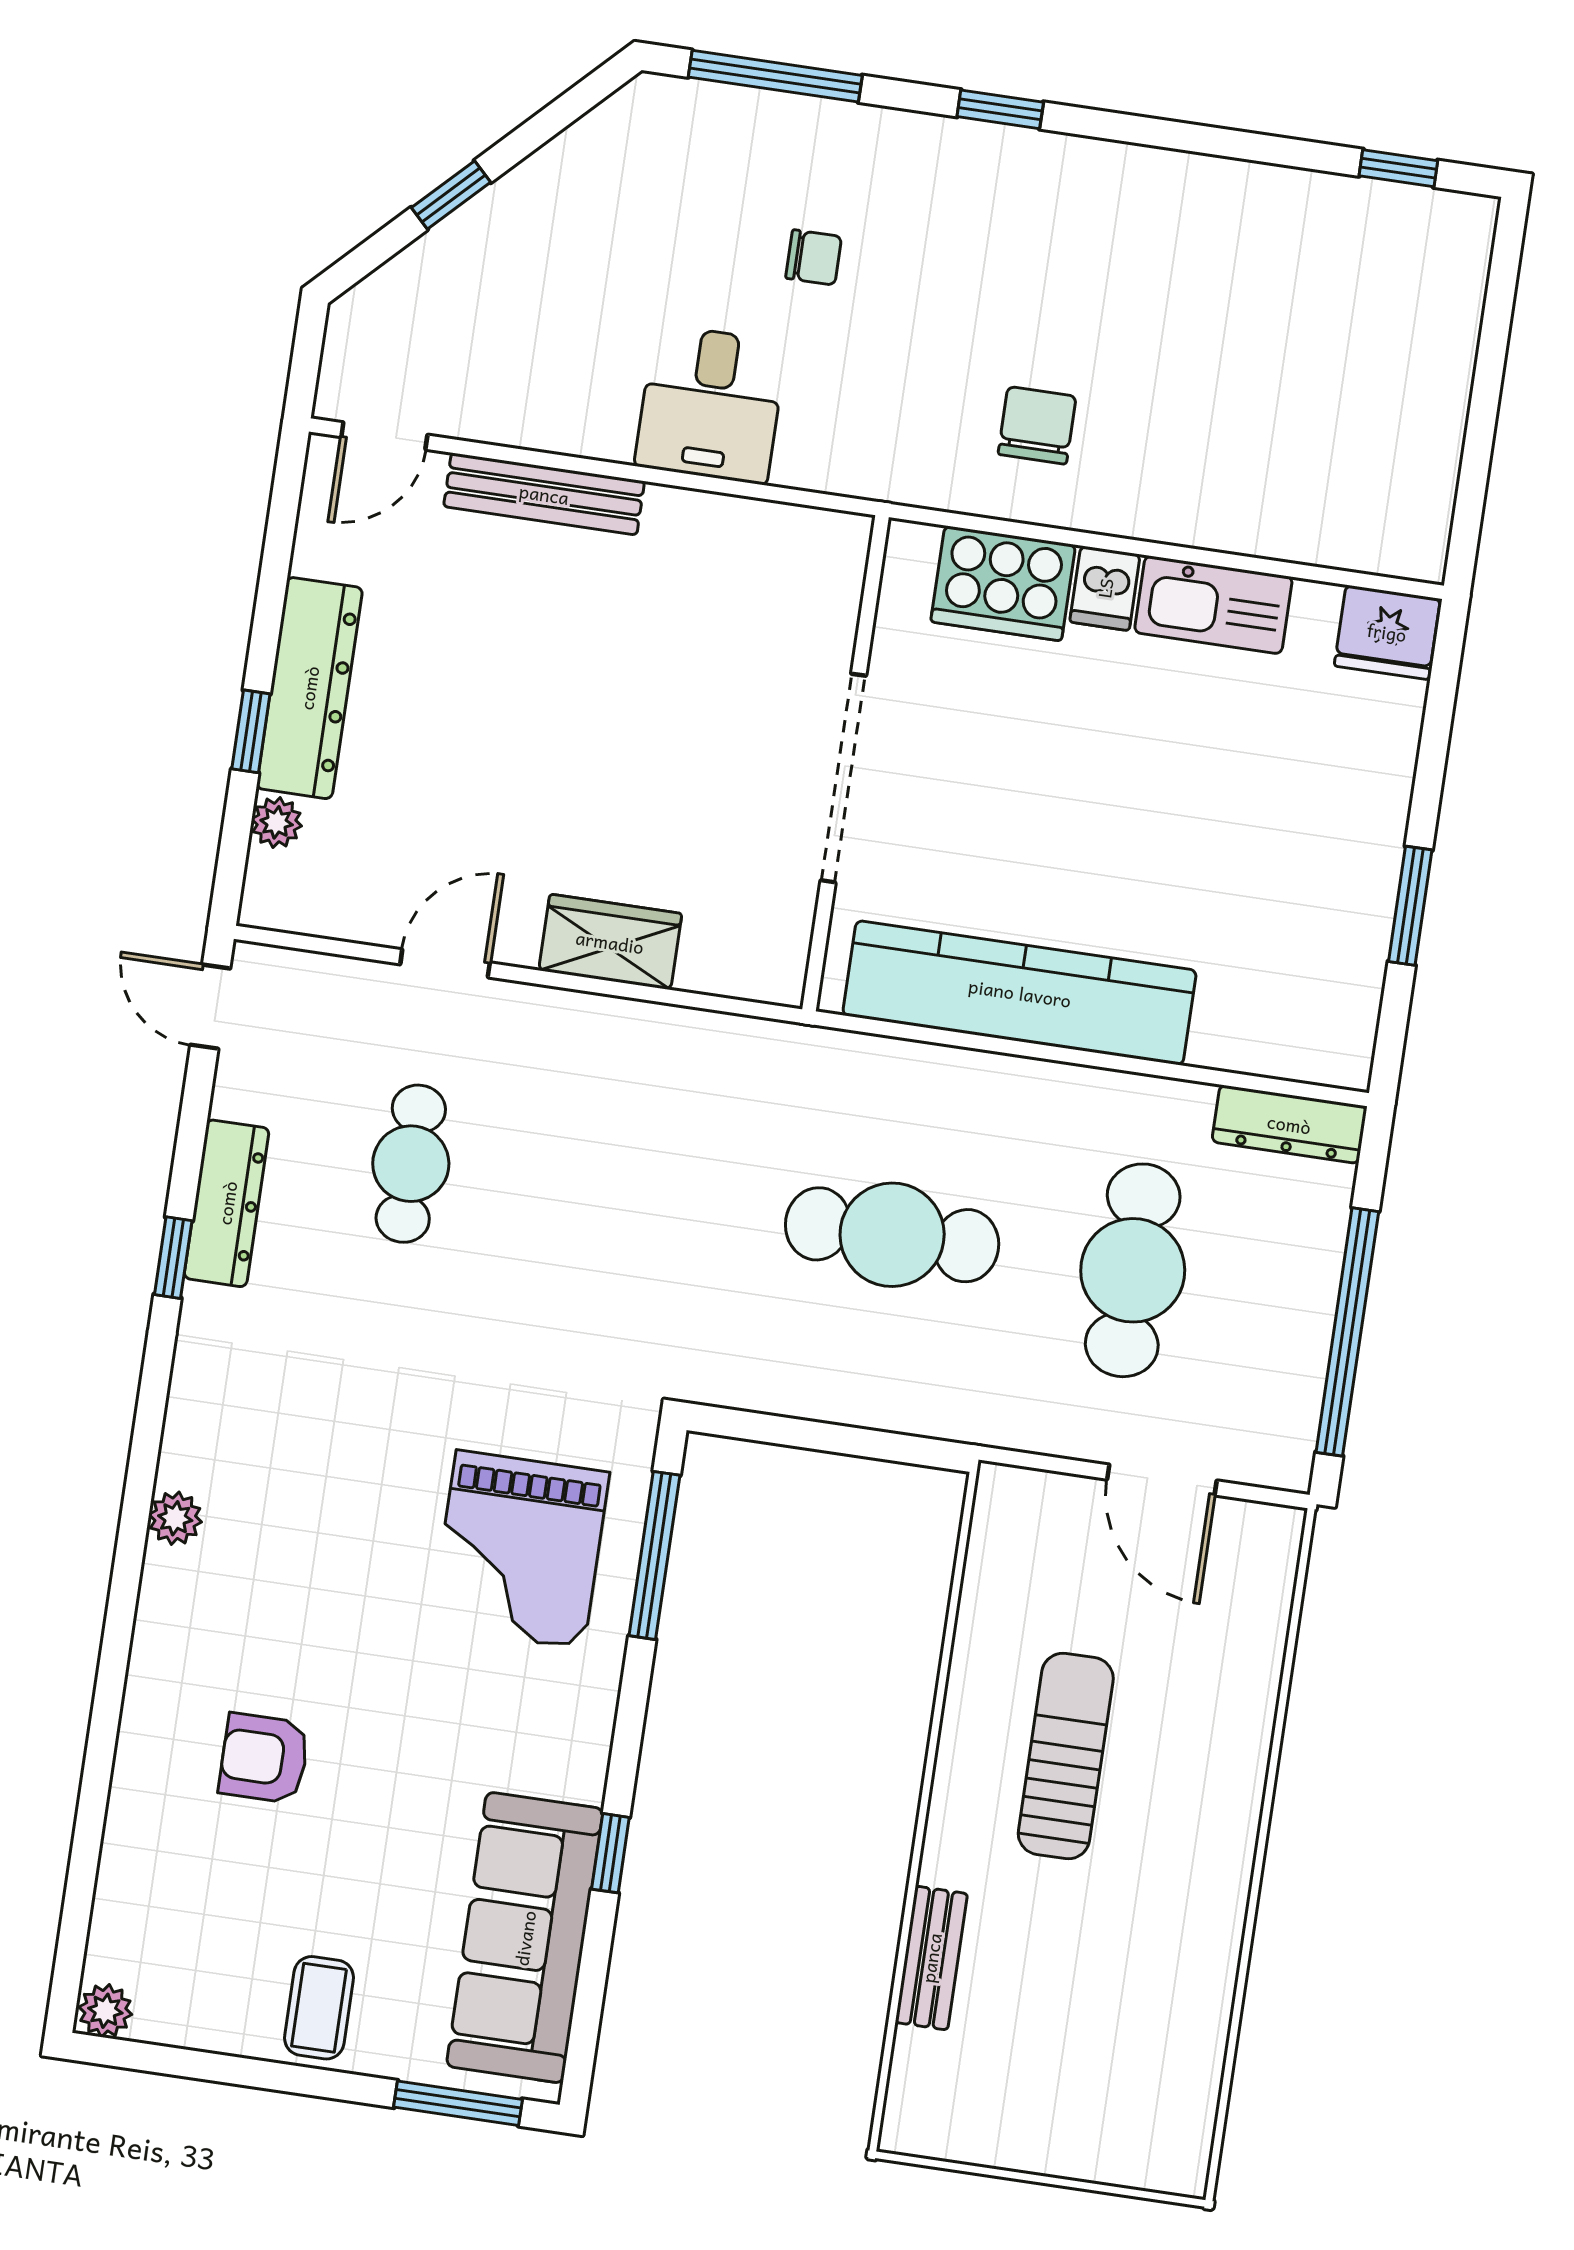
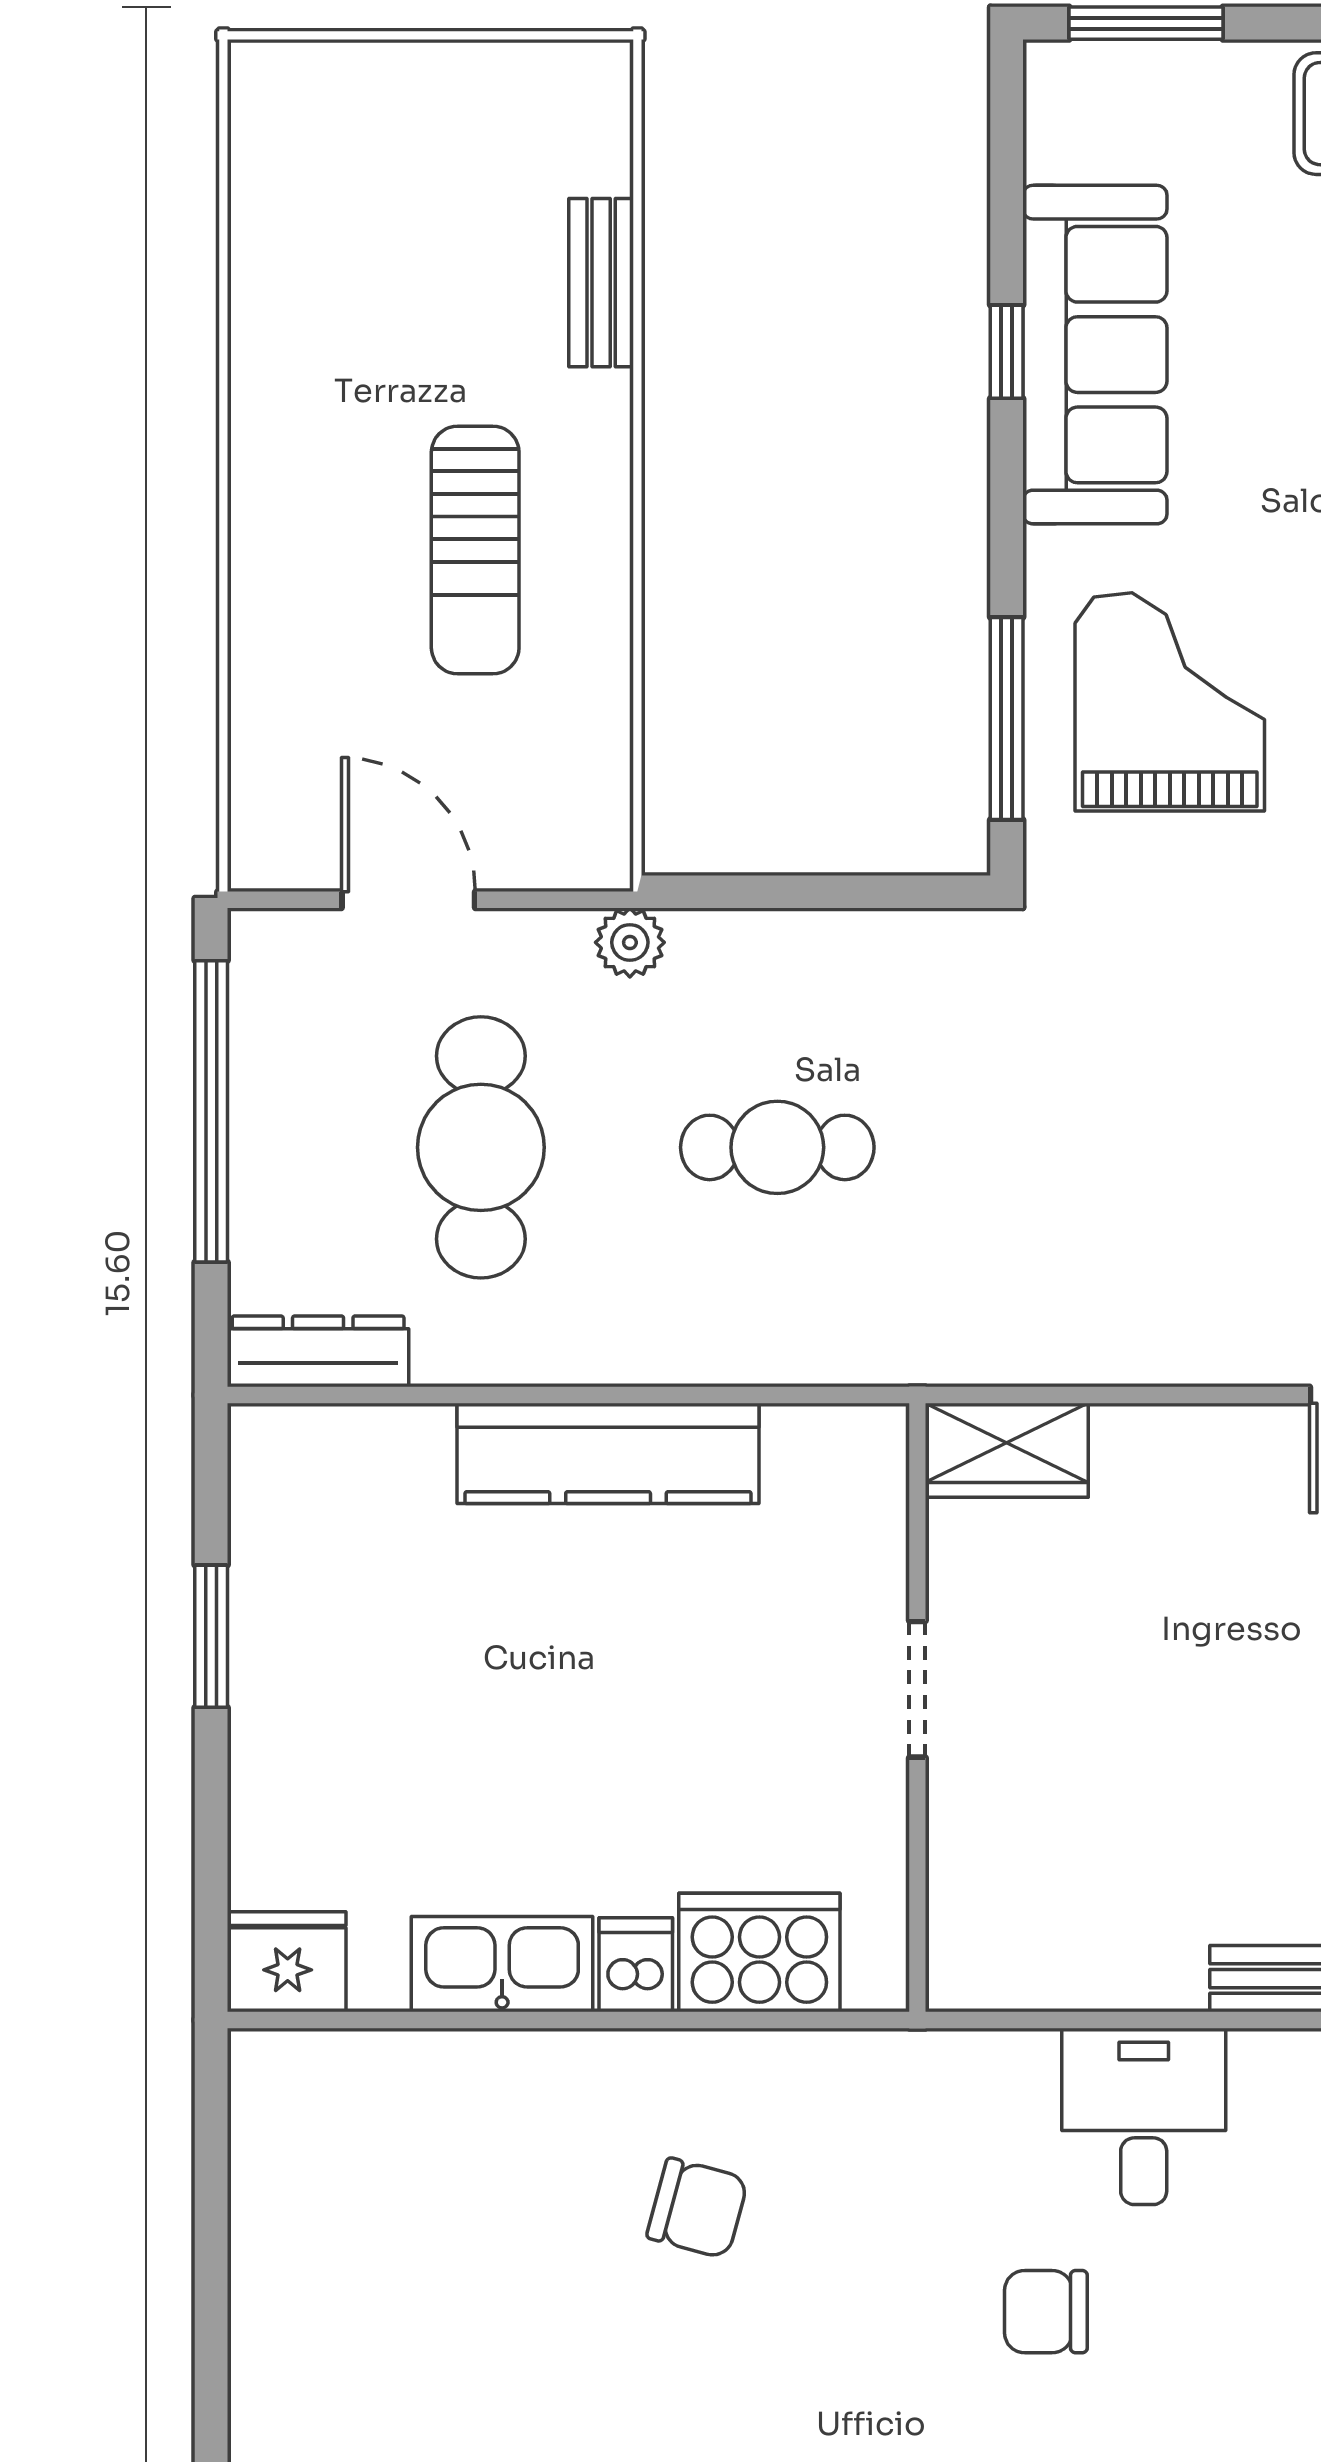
chair: (814, 257) -> (1046, 2312), width x1.37, depth x1.37
chair: (1037, 425) -> (697, 2208), moved, turned -75
doorway: (843, 778) -> (917, 1689), width x0.53
wardrobe: (610, 942) -> (1007, 1450), moved
kitchen counter: (1020, 993) -> (608, 1453), width x0.72, depth x0.86
cafe table: (892, 1235) -> (777, 1147), width x0.73, depth x0.74
plant: (987, 1419) -> (630, 942), added
sofa: (525, 1938) -> (1095, 355), moved

